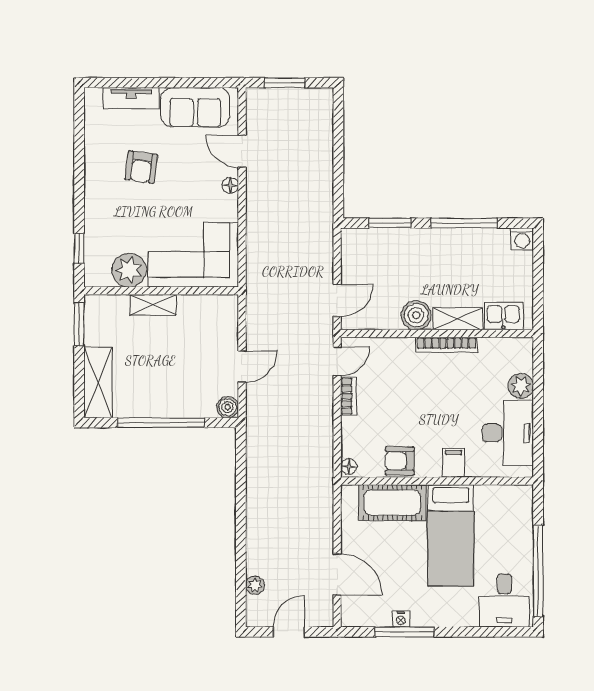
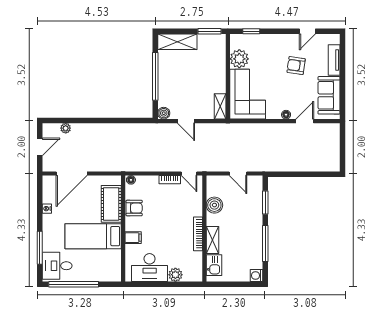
window: (285, 83) -> (343, 145), removed
door: (79, 146) -> (307, 31), added
door: (337, 300) -> (238, 174), moved
shelving: (153, 305) -> (220, 106), moved
boiler: (416, 315) -> (214, 205), moved
armchair: (400, 461) -> (134, 208), turned 90
door: (337, 574) -> (72, 174), width x1.36
door: (289, 632) -> (40, 147), hinge flipped
window: (405, 632) -> (40, 248), moved

